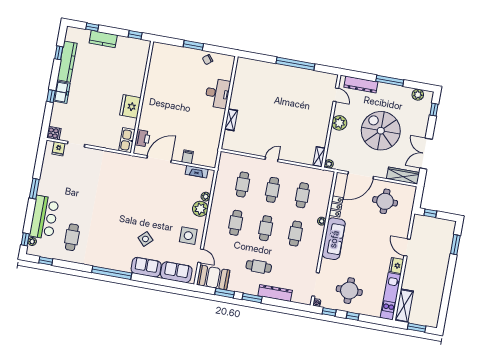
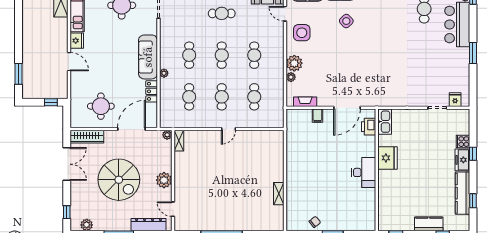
desk: (217, 93) -> (364, 172), moved, turned 180
shelving: (231, 120) -> (279, 194), moved
cooker: (54, 133) -> (463, 142), moved

